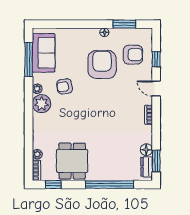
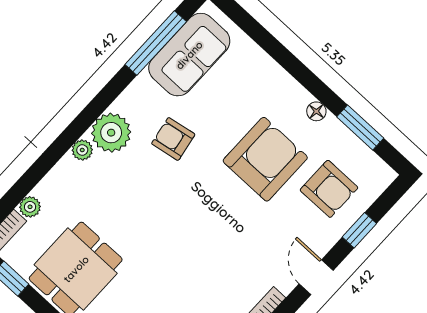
plant: (37, 89) -> (82, 150), moved

